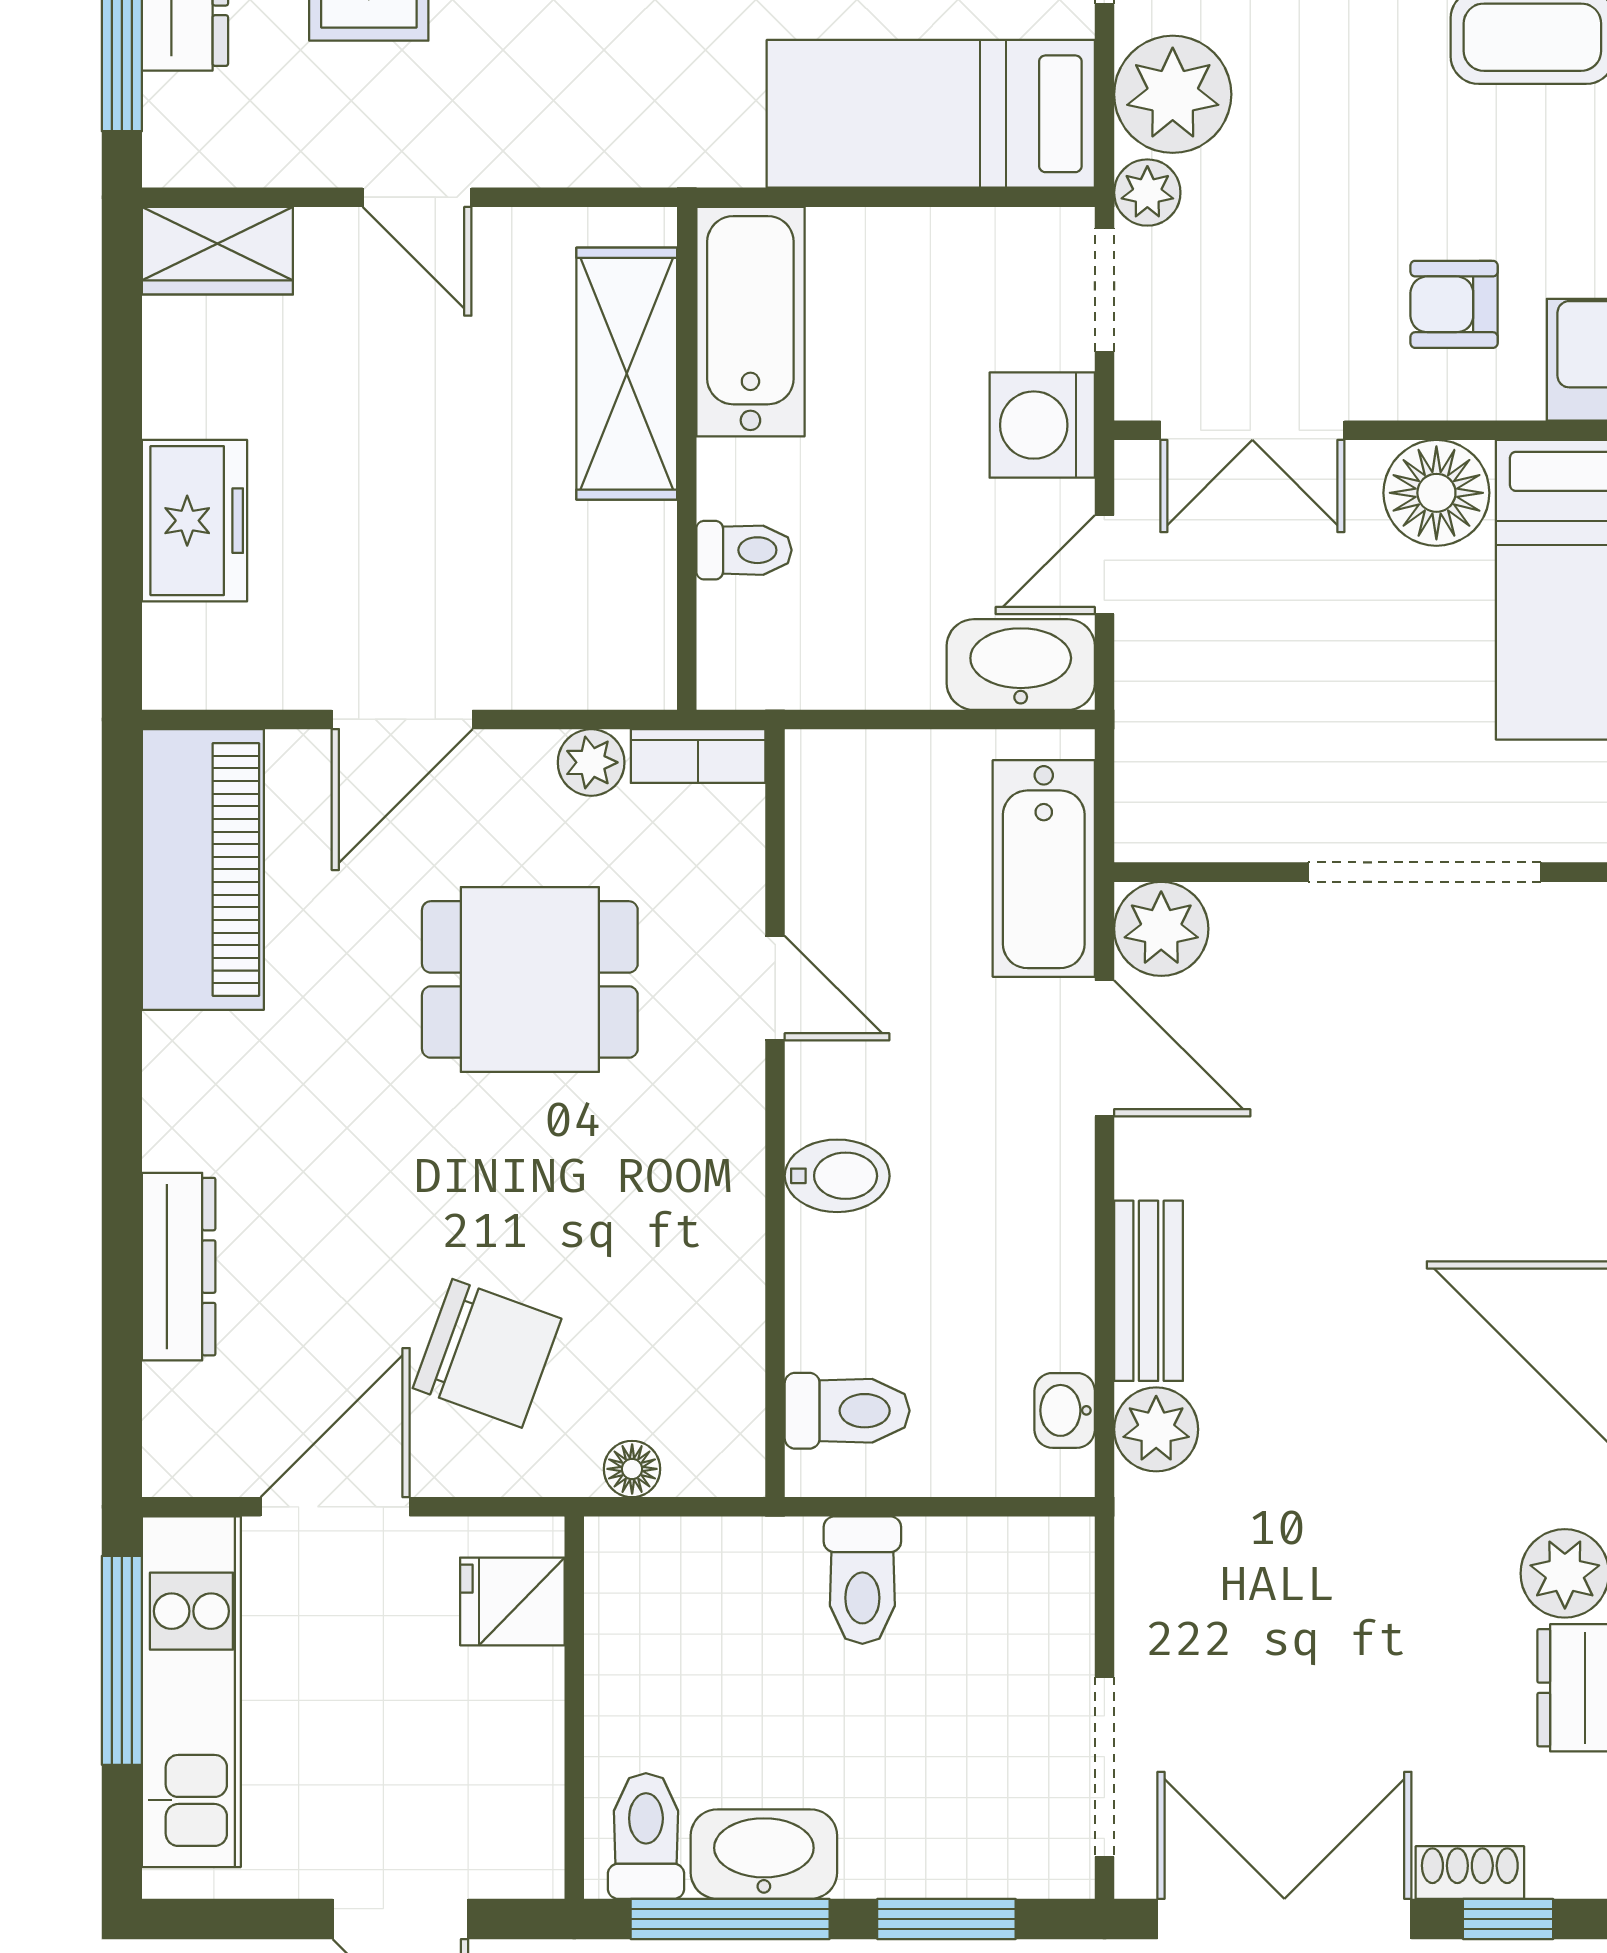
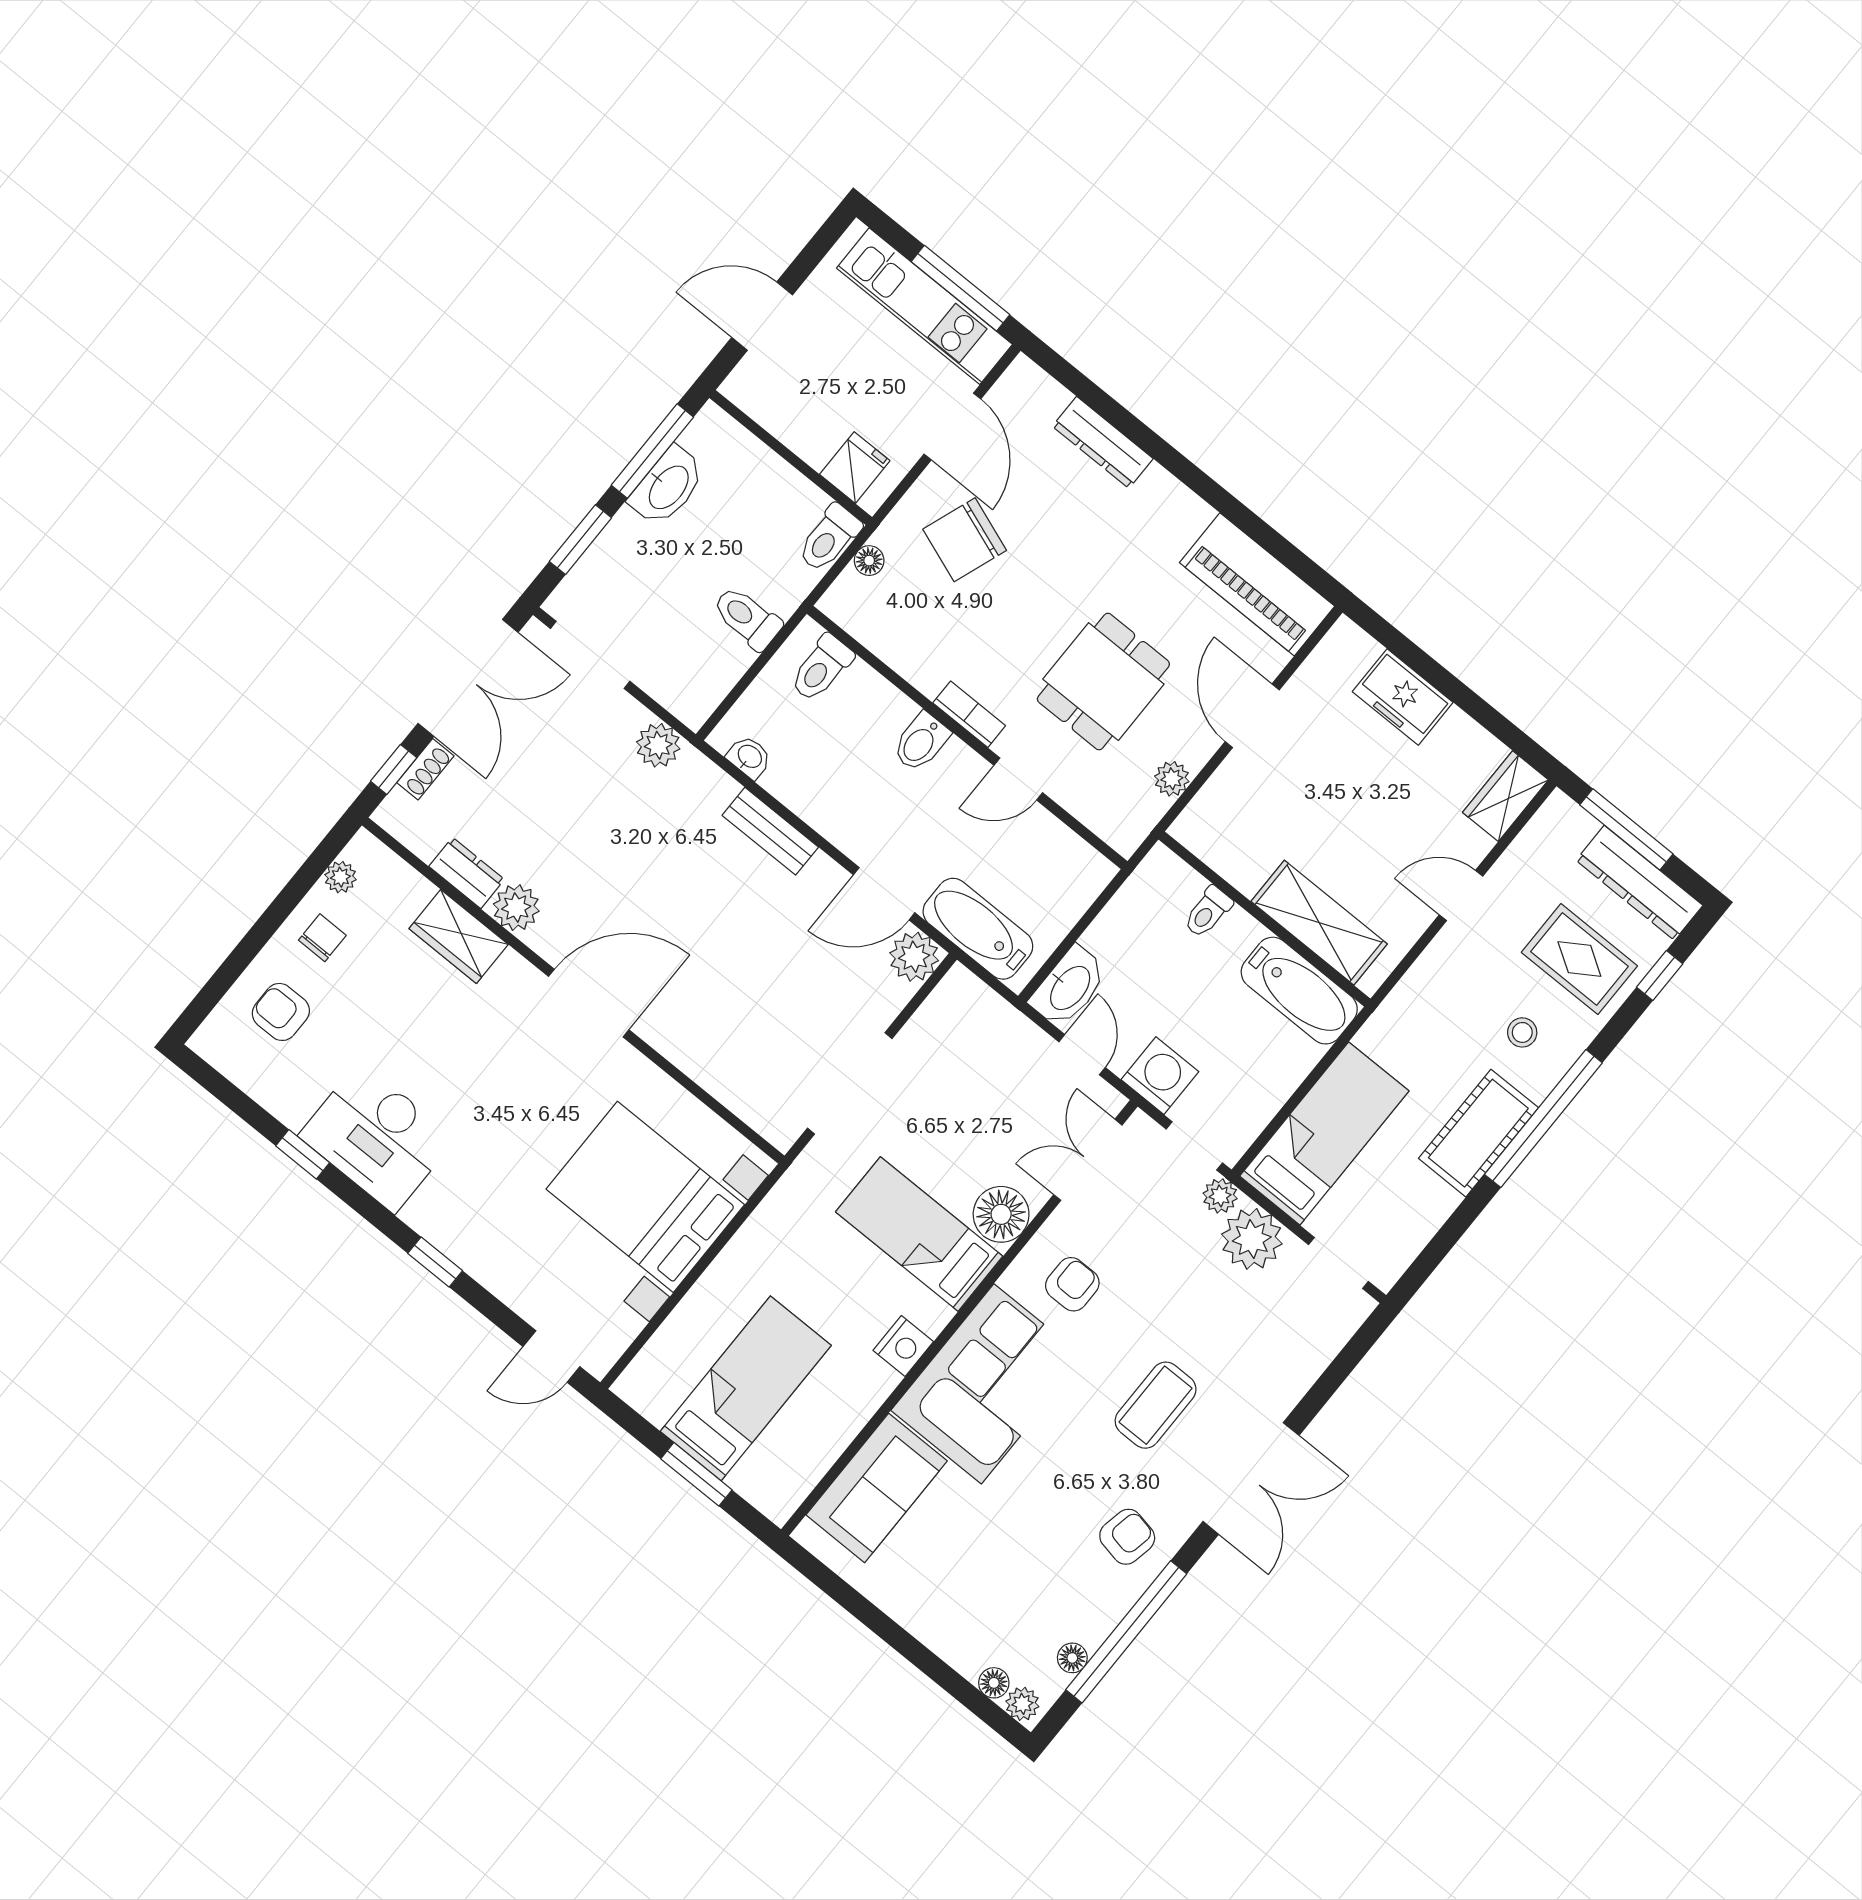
bookcase: (698, 756) -> (969, 714), moved, turned 90
plant: (1156, 1429) -> (658, 745), moved
toilet: (646, 1836) -> (829, 538), moved, turned 90

